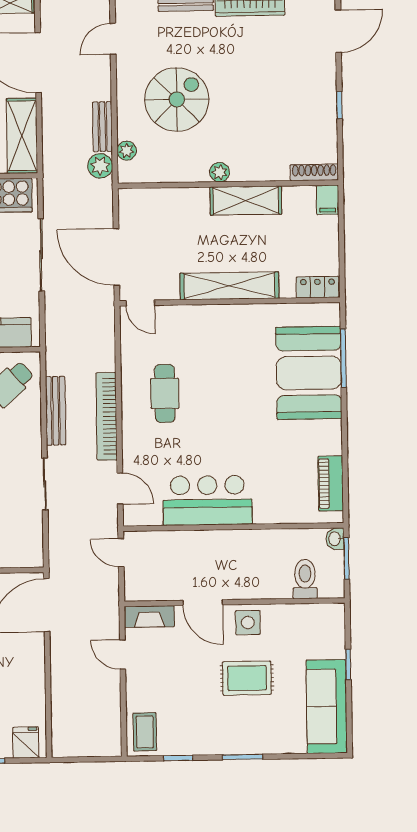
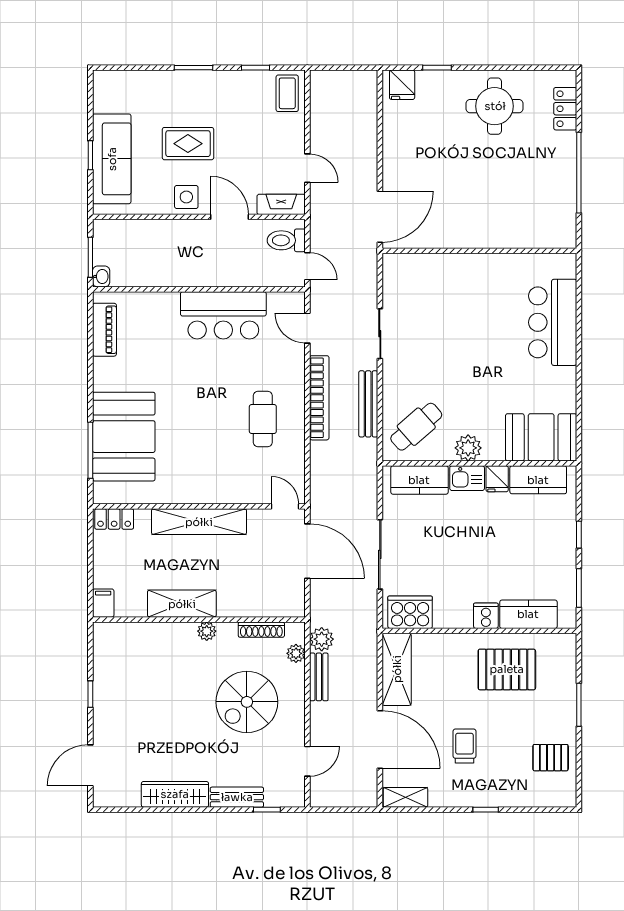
shoe rack: (314, 172) -> (261, 630), moved
toilet: (305, 579) -> (286, 240), moved, turned 90
sofa: (327, 707) -> (112, 159), moved

